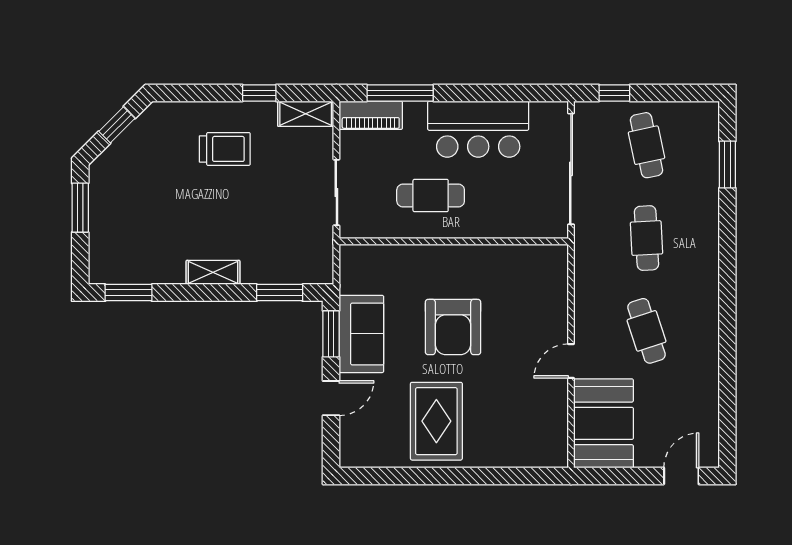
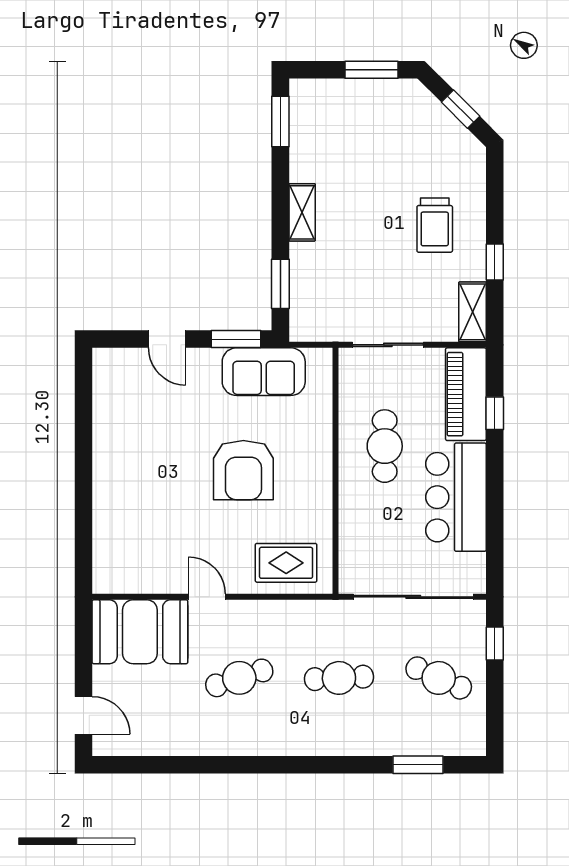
window: (400, 93) -> (495, 413), width x0.46
piano: (371, 115) -> (466, 394), width x1.37, depth x1.33
cafe table: (647, 145) -> (439, 678), turned 36
armchair: (453, 327) -> (243, 470), turned -90
sofa: (361, 334) -> (264, 372), moved
rug: (436, 421) -> (286, 563), moved, width x0.73, depth x0.70

